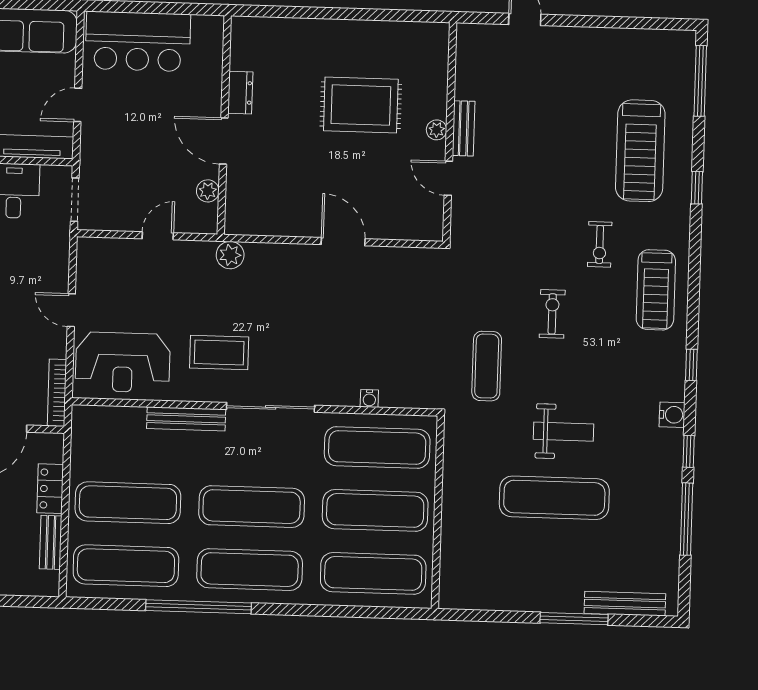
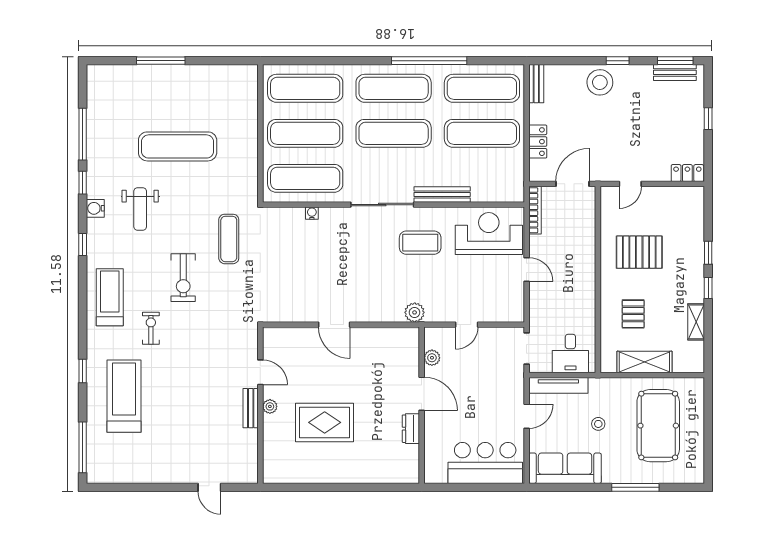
exercise bike: (552, 314) -> (183, 278), width x1.38, depth x1.39
weight bench: (563, 432) -> (140, 209), moved, turned -90
bench: (51, 542) -> (536, 84), moved
bench: (625, 604) -> (125, 72), removed

